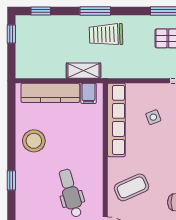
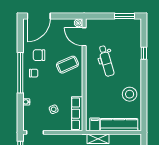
row of seats: (116, 120) -> (77, 114), width x0.73
window: (11, 180) -> (144, 53), moved

